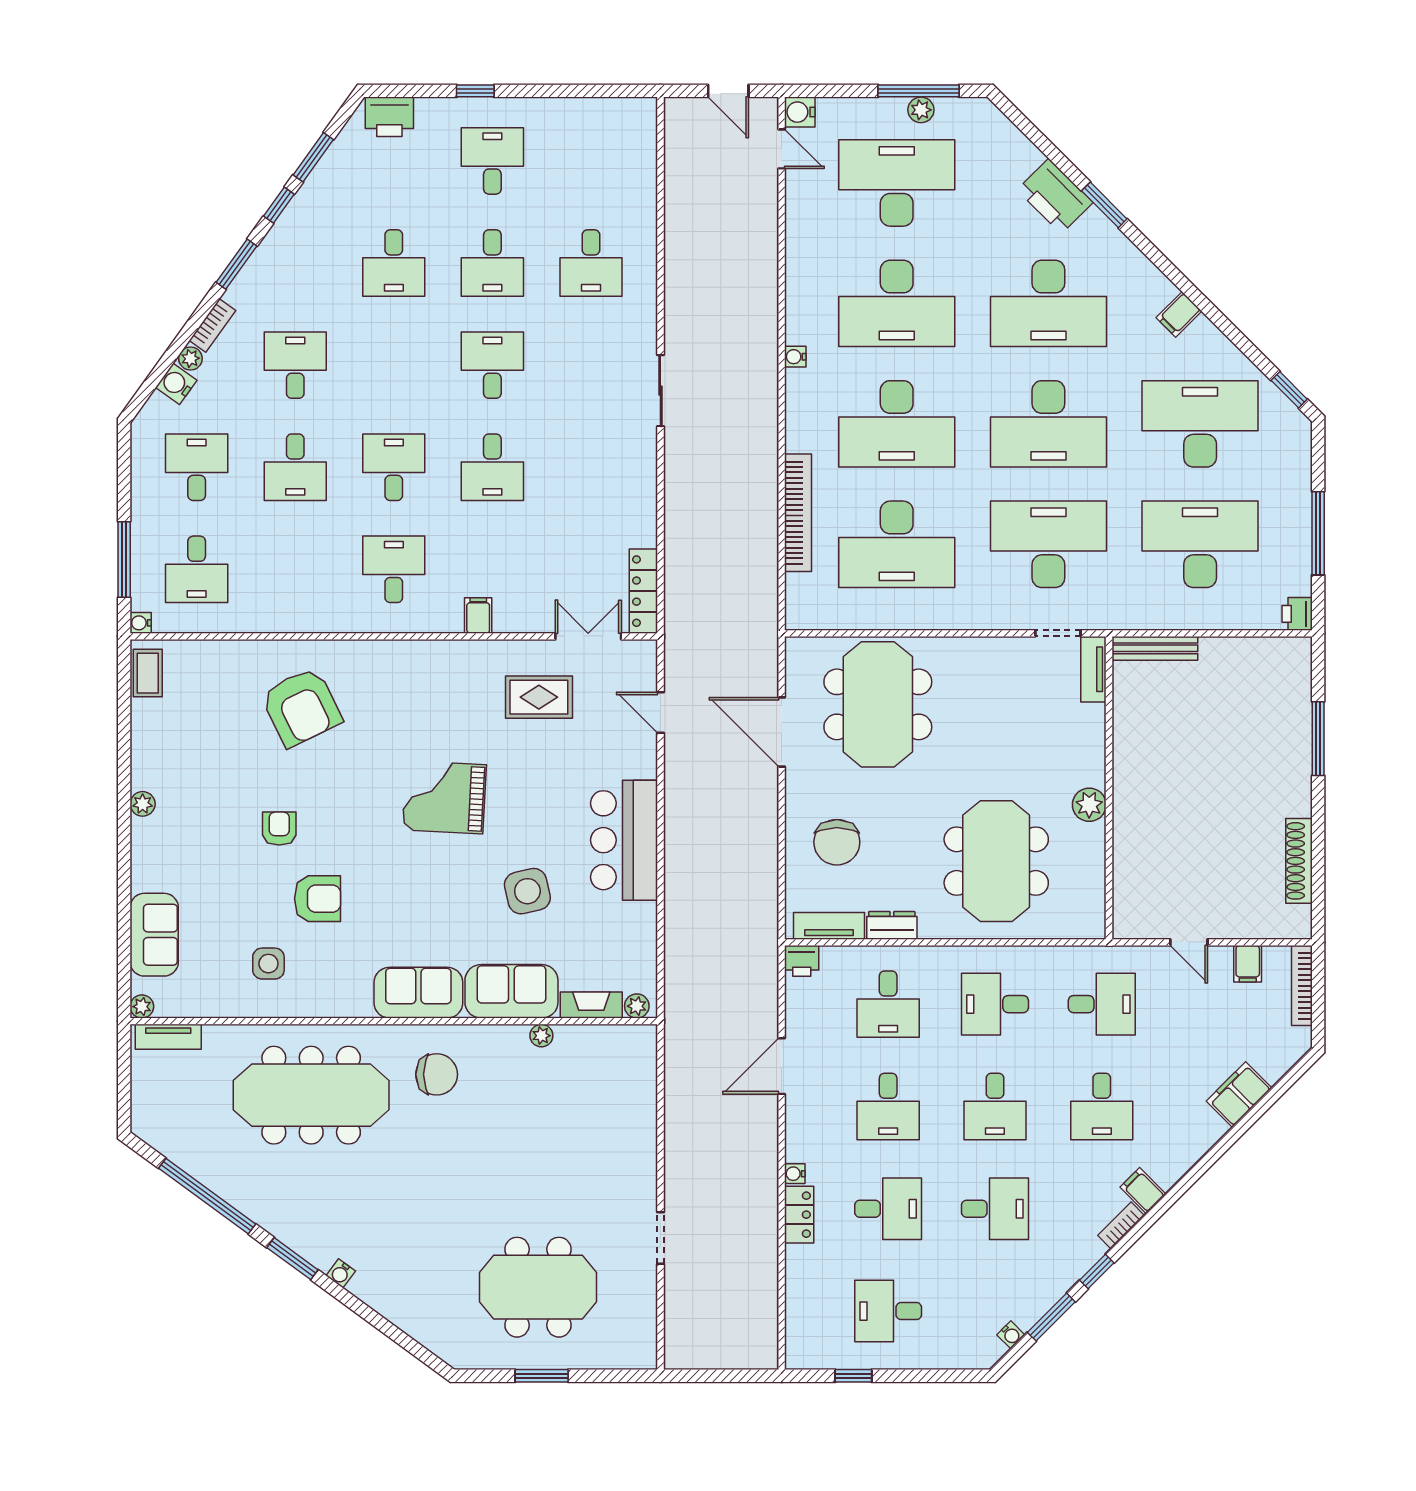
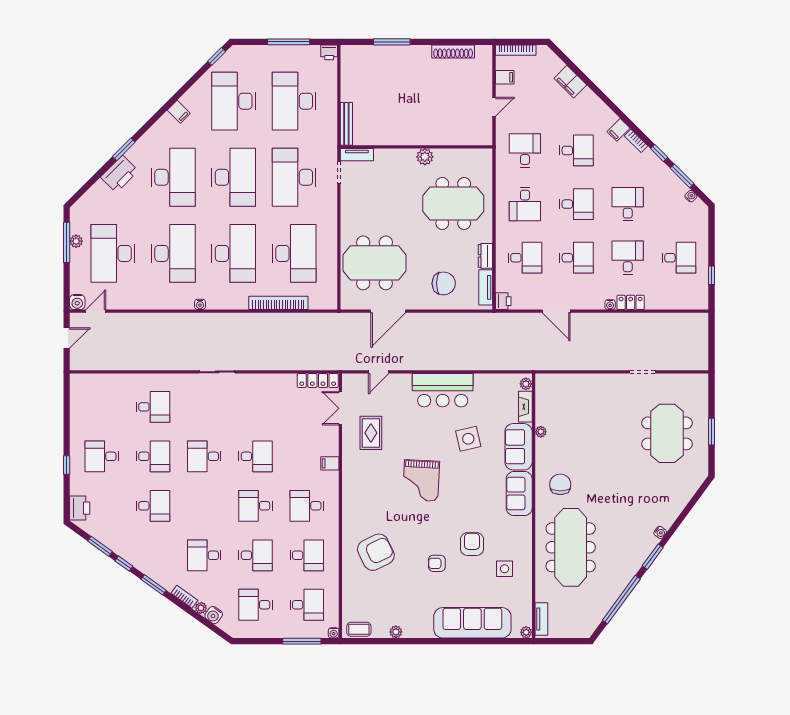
desk: (295, 569) -> (307, 555), added
plant: (143, 804) -> (396, 632), moved
sofa: (154, 935) -> (472, 623), width x1.85, depth x1.27
desk: (888, 1311) -> (679, 258), turned -90

